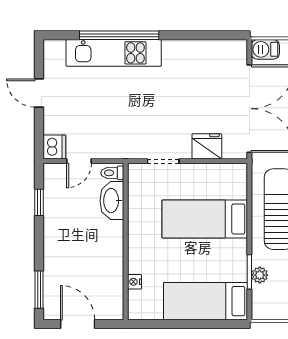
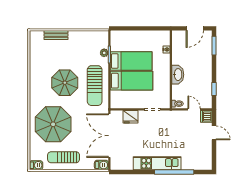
kitchen unit: (114, 53) -> (157, 163), moved
door: (39, 93) -> (214, 133), moved
door: (79, 161) -> (194, 109), hinge flipped
washbasin: (112, 201) -> (178, 75), moved
bed: (205, 301) -> (131, 61), moved
door: (78, 324) -> (195, 28), hinge flipped

